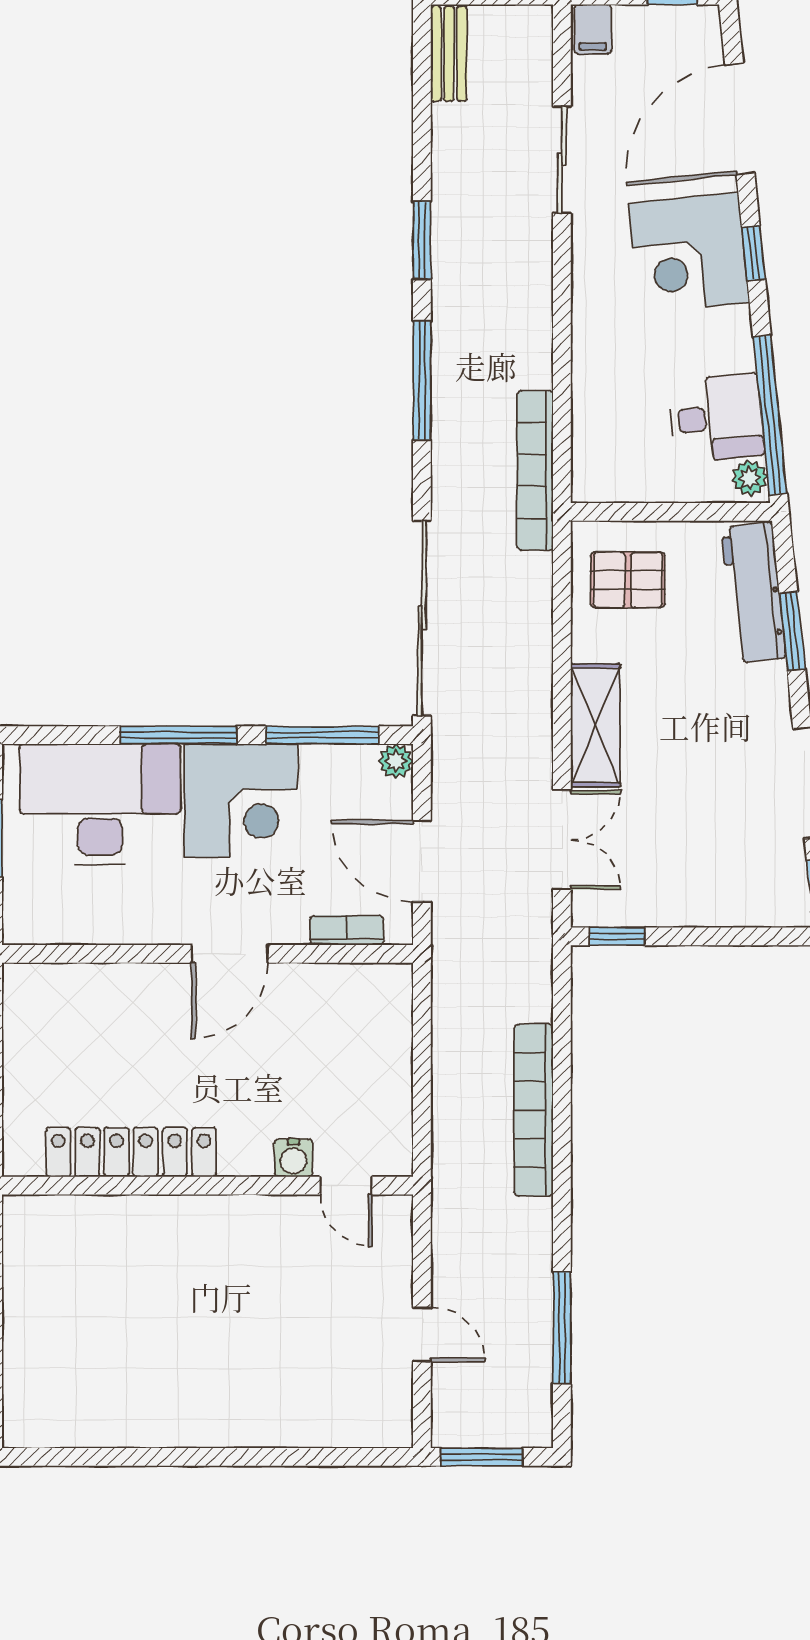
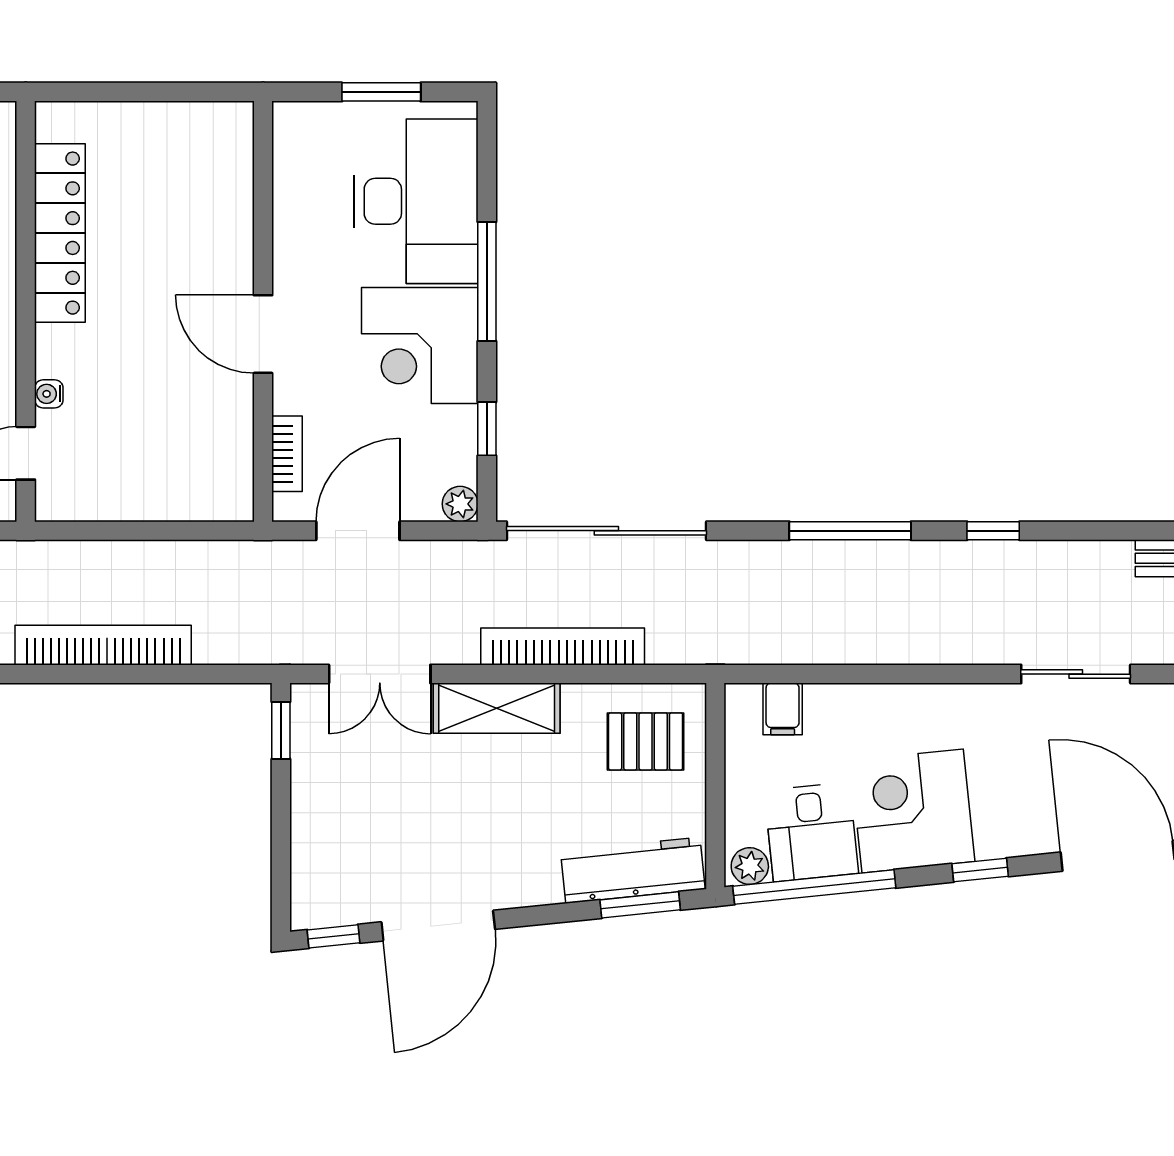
window: (422, 240) -> (993, 531), width x0.67
corner desk: (689, 253) -> (913, 811), moved
filing cabinet: (596, 446) -> (783, 709), added
bookcase: (535, 470) -> (563, 646), moved
pallet: (628, 580) -> (646, 741), turned 90
window: (792, 631) -> (640, 905), moved
window: (322, 735) -> (487, 429), width x0.46
water cooler: (293, 1158) -> (49, 394), width x0.72, depth x0.72

